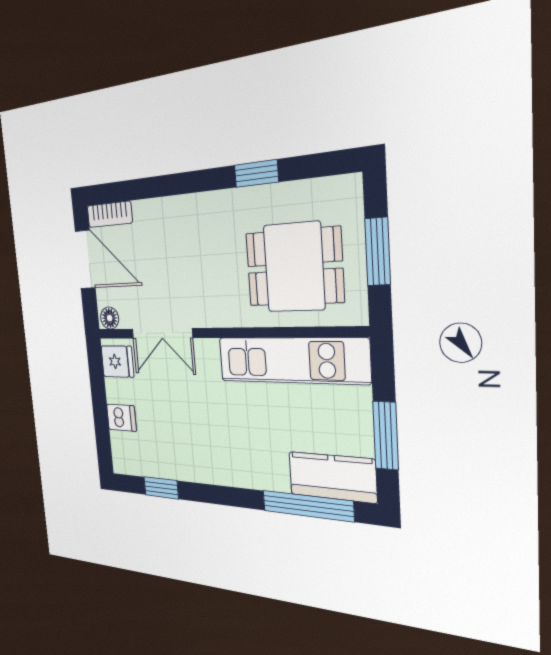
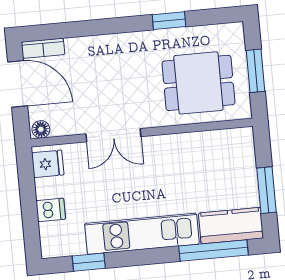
double door: (162, 333) -> (113, 135), moved
kitchen unit: (292, 360) -> (142, 234), moved, turned 180

